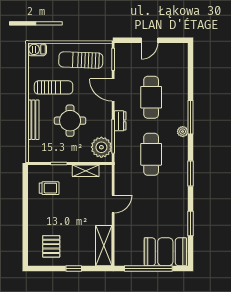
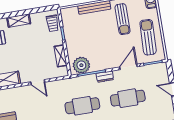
round table: (70, 121) -> (98, 37), removed
trolley: (49, 188) -> (52, 23), moved
shelving: (34, 215) -> (19, 21), added

